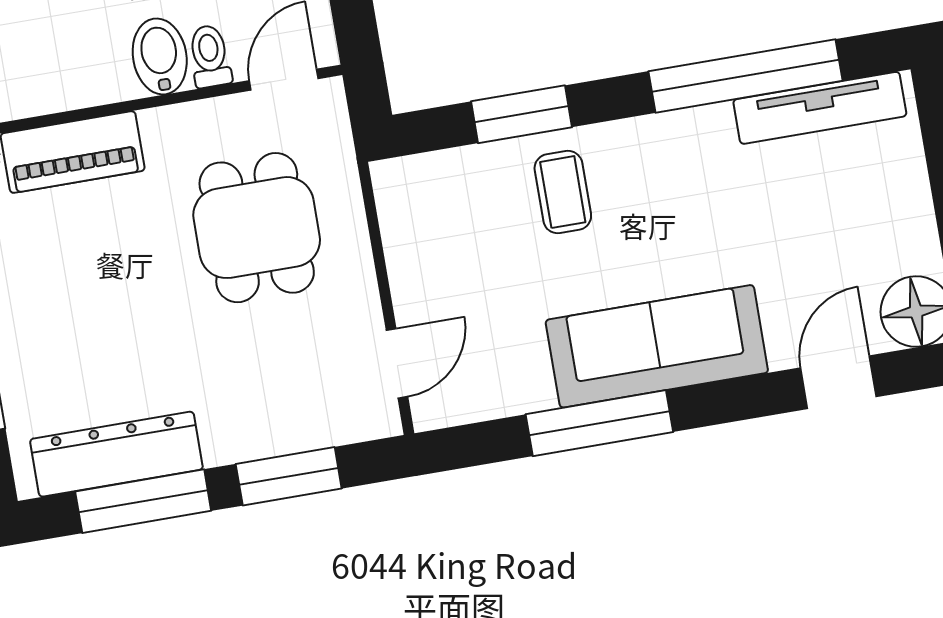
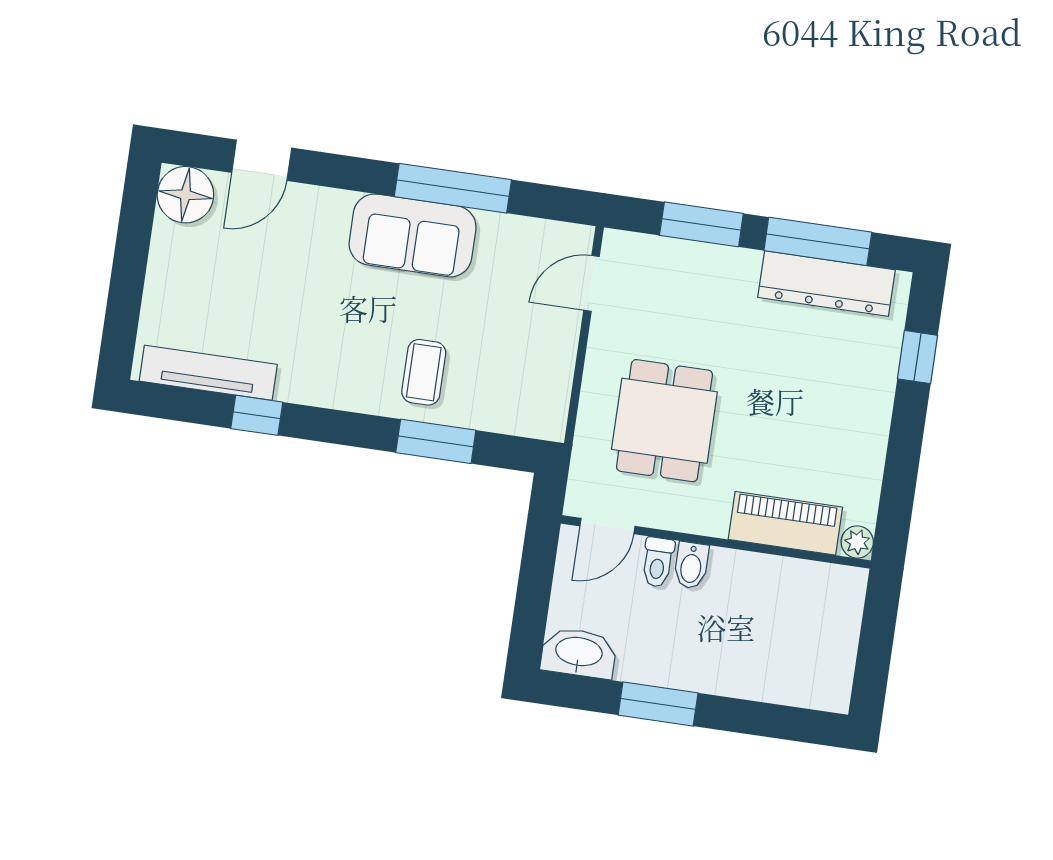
bidet: (160, 57) -> (691, 565), width x0.72, depth x0.74
window: (745, 76) -> (257, 415), width x0.32
sofa: (657, 346) -> (413, 235), width x0.73

